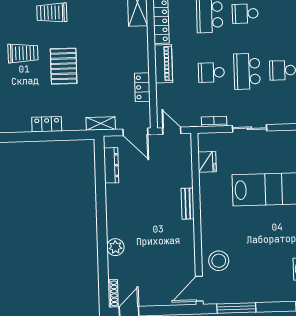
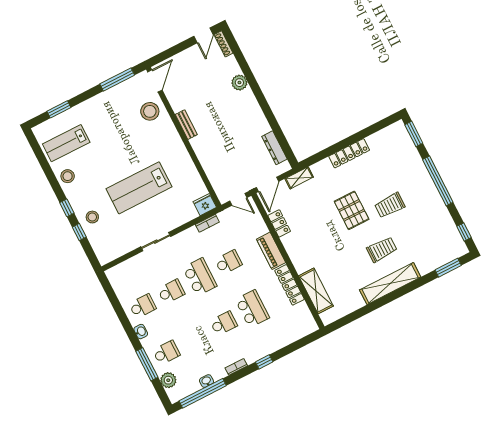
locker: (47, 124) -> (349, 153), width x1.53
sliding door: (250, 128) -> (156, 242), moved
door: (135, 132) -> (268, 184), swing flipped
fridge: (207, 162) -> (205, 205), moved, turned 90
bench: (188, 204) -> (186, 125), moved

